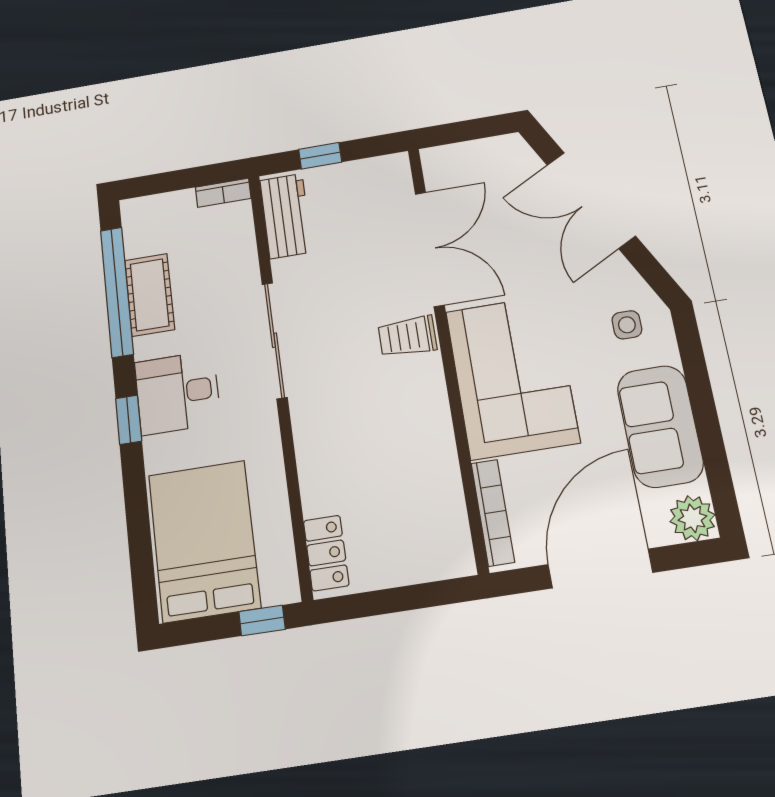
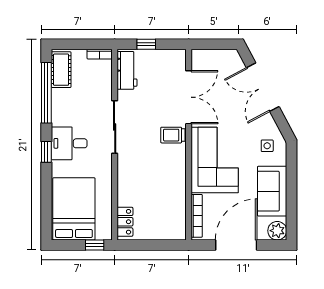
cot: (150, 295) -> (61, 70), moved

